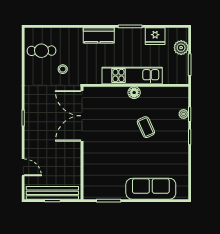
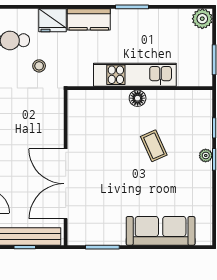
fridge: (155, 36) -> (52, 20), moved
plant: (181, 48) -> (202, 19), moved
plant: (184, 114) -> (206, 155), moved
double door: (82, 116) -> (66, 184), moved

